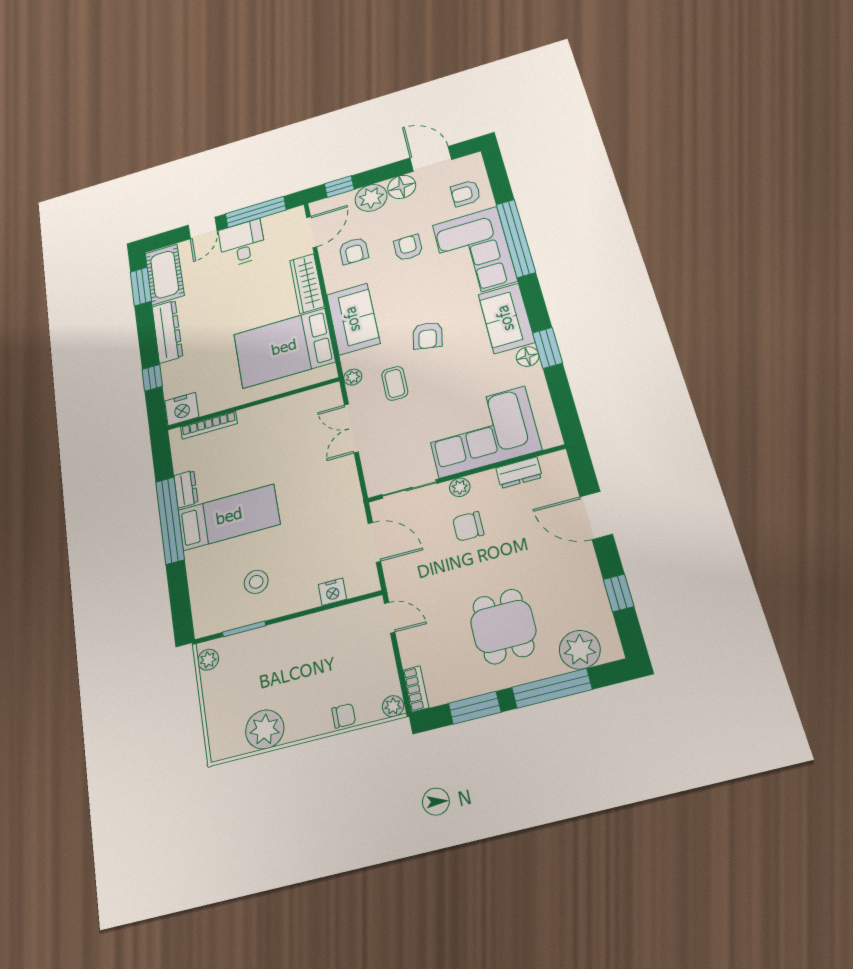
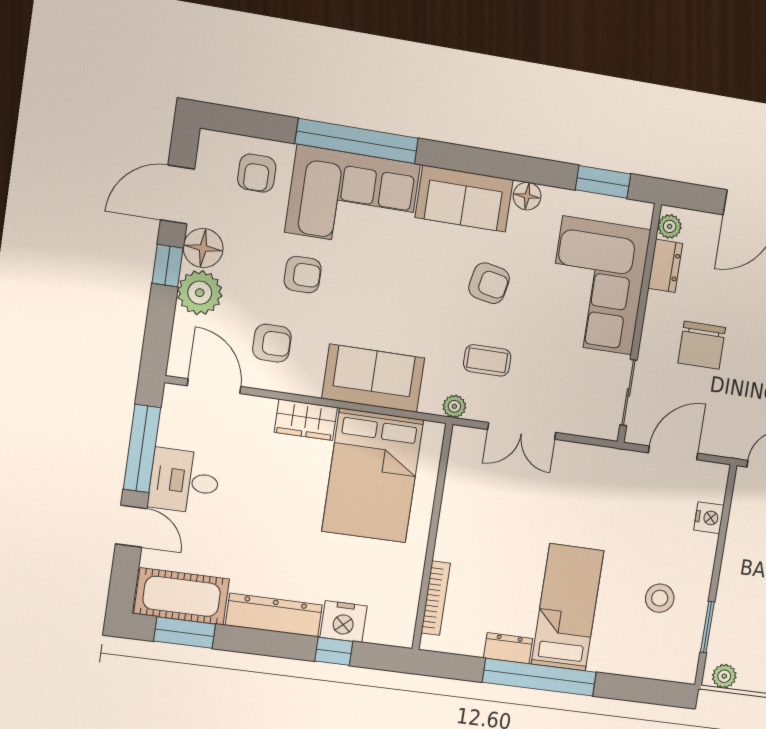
window: (339, 187) -> (167, 266), moved
armchair: (408, 248) -> (303, 275), turned 180
wardrobe: (307, 283) -> (306, 420), width x0.67
armchair: (428, 335) -> (489, 283), moved
window: (547, 348) -> (603, 182), moved
nightstand: (182, 409) -> (344, 622), moved, turned 90
plant: (460, 487) -> (670, 226), moved
chair: (468, 526) -> (702, 345), width x1.37, depth x1.37

